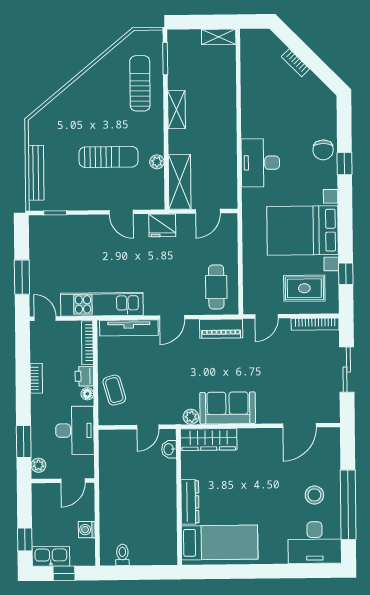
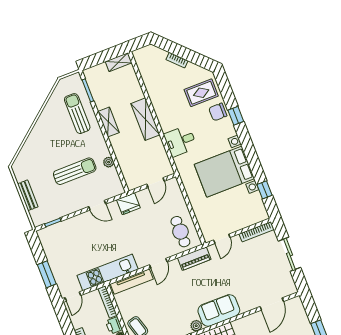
chair: (323, 150) -> (218, 112), turned 90
desk: (260, 163) -> (180, 141), width x0.73
bench: (36, 173) -> (28, 195), width x0.73
shelving: (180, 182) -> (145, 119), moved
rug: (304, 288) -> (201, 93), moved
door: (45, 319) -> (73, 297), swing flipped

